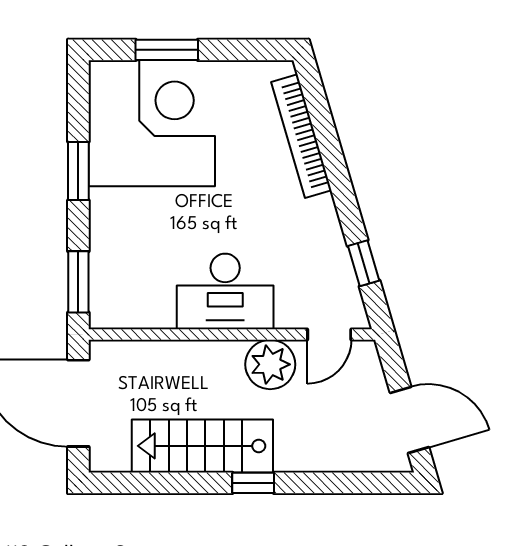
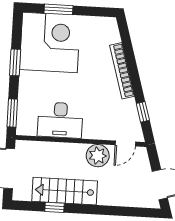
bookcase: (301, 136) -> (122, 71), moved
desk: (225, 291) -> (60, 120), moved
window: (253, 483) -> (54, 207), moved

